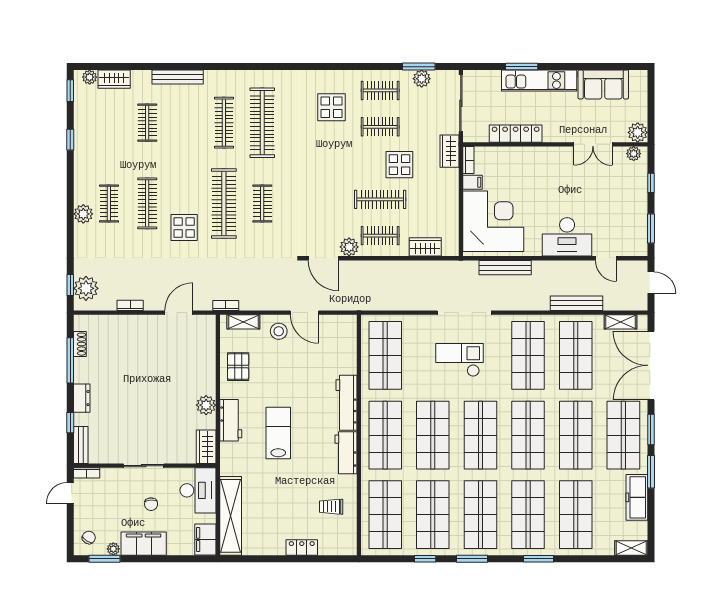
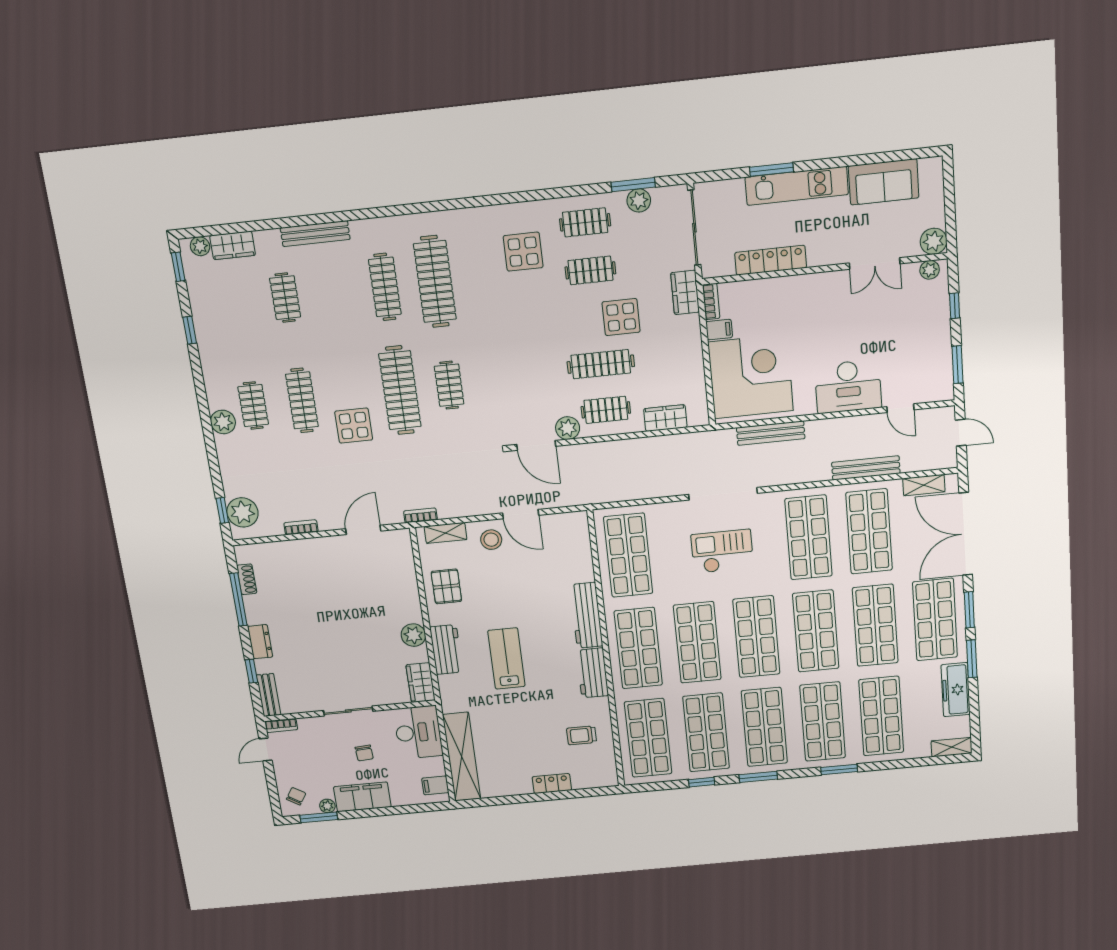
filing cabinet: (205, 539) -> (435, 785), width x0.50

